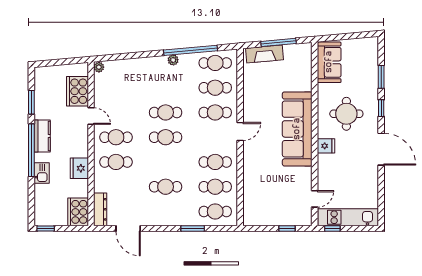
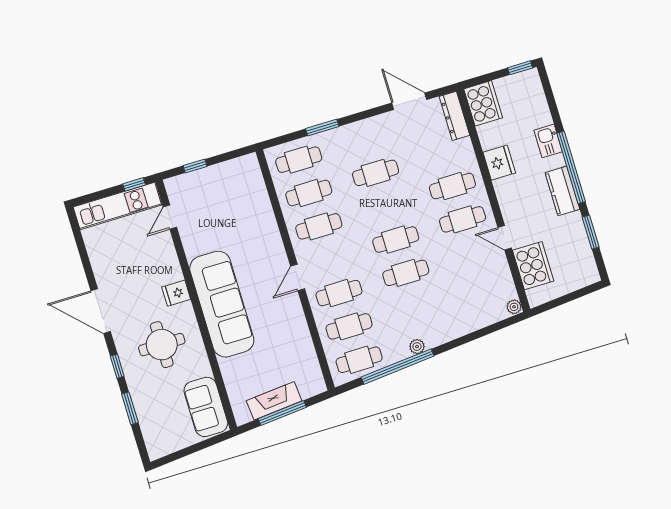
fireplace: (265, 54) -> (274, 401), moved

